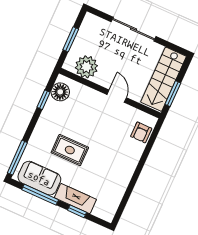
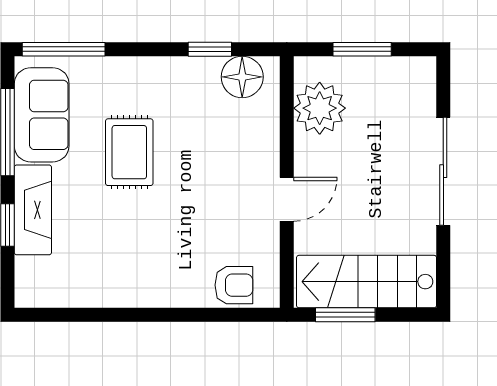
armchair: (141, 132) -> (234, 285), turned 180

